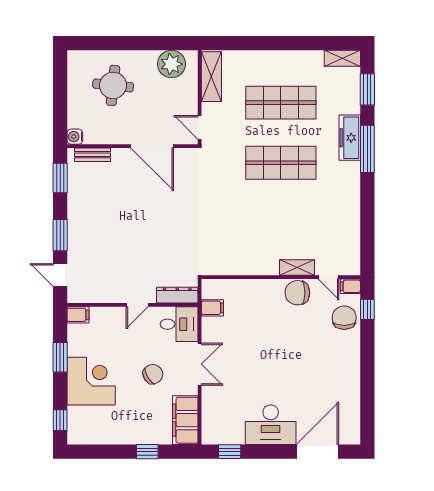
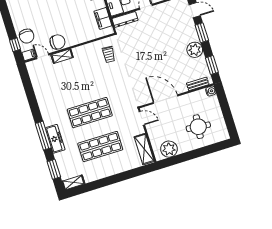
plant: (80, 211) -> (195, 50), added
trolley: (221, 247) -> (109, 55), added
filing cabinet: (212, 308) -> (103, 18), width x2.00

